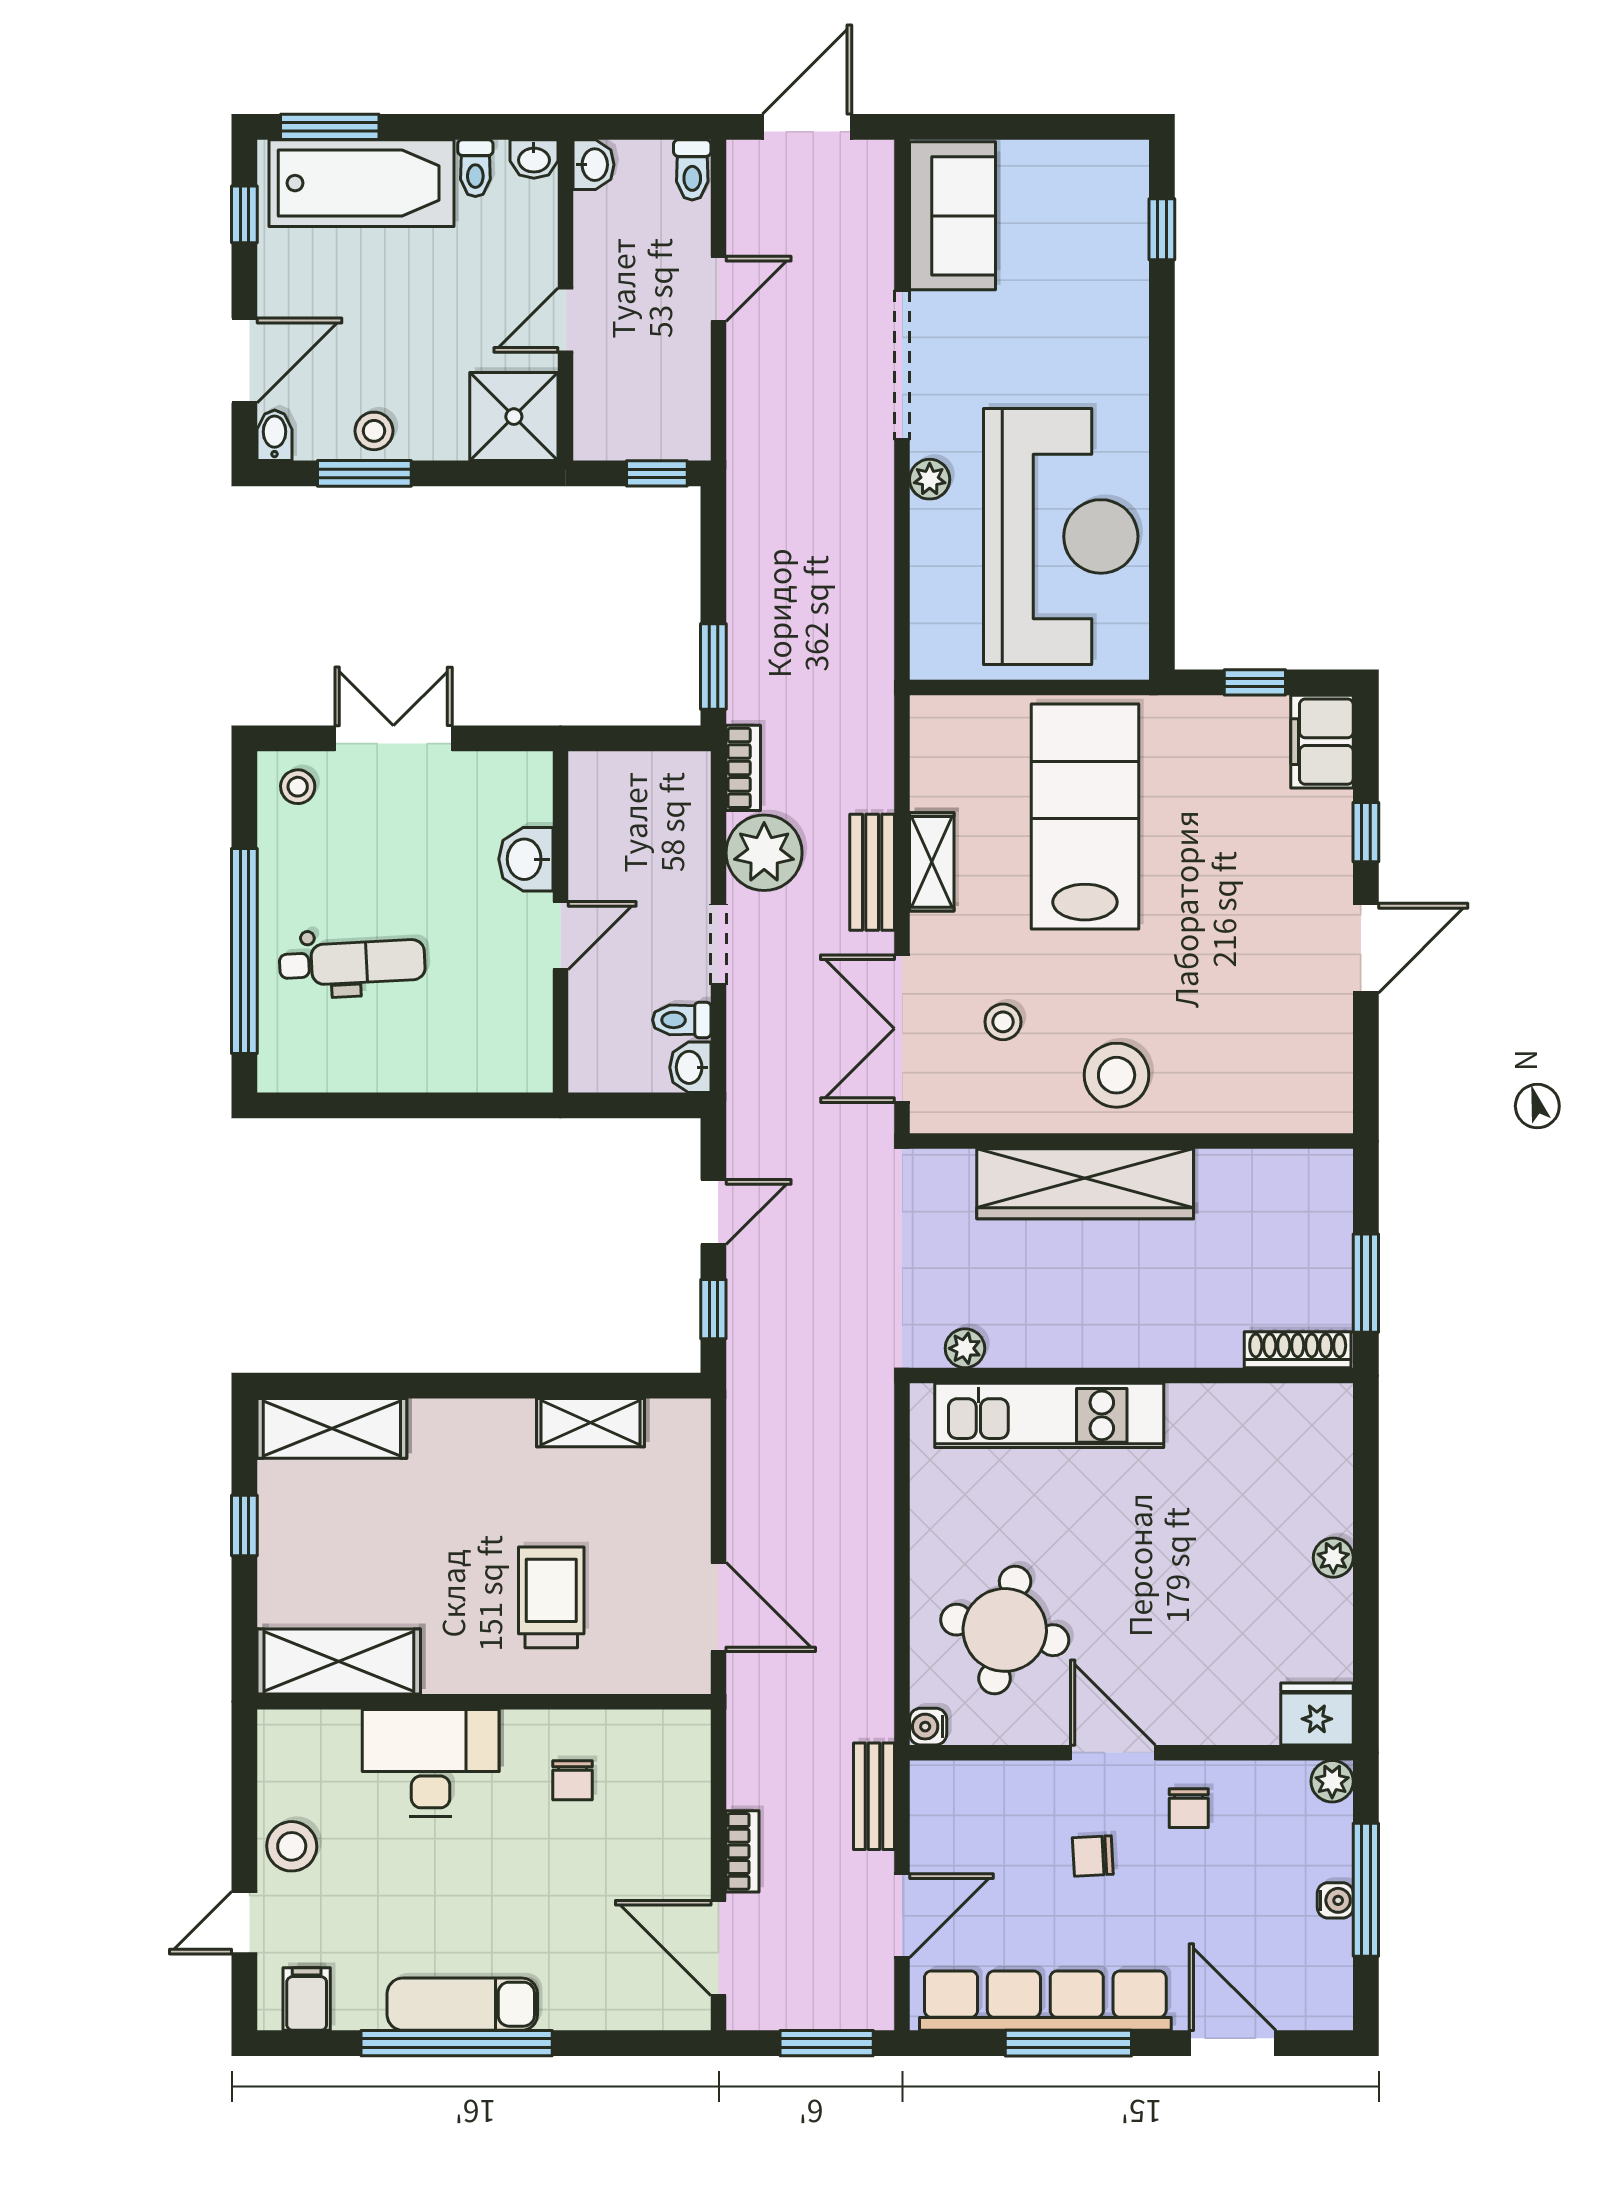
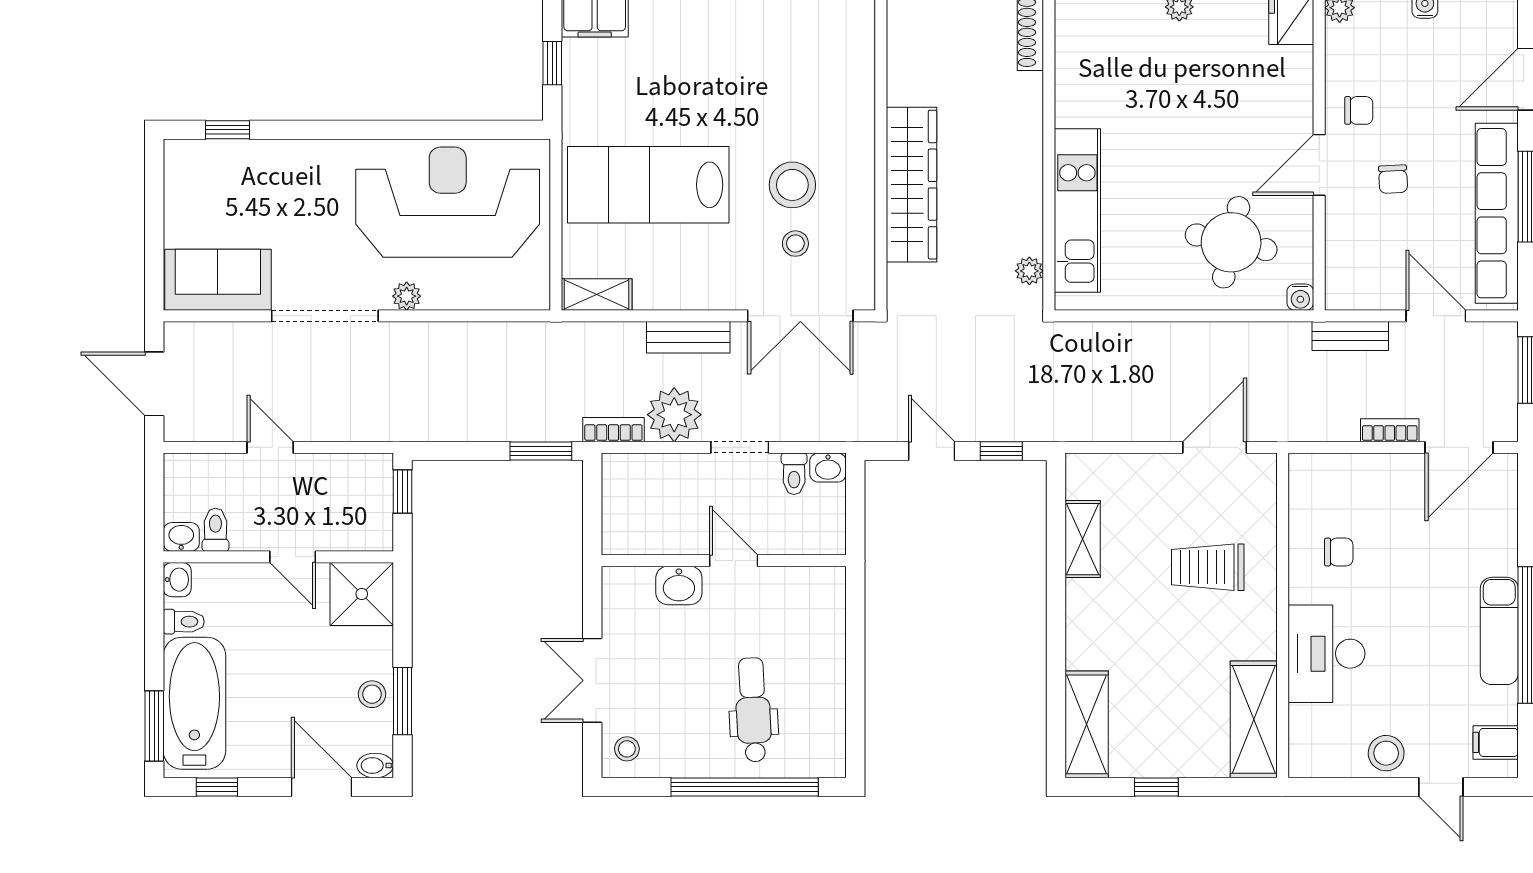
toilet: (692, 170) -> (215, 530), moved, turned -90
shelving: (932, 862) -> (597, 295), moved
stool: (1117, 1075) -> (792, 185), moved

